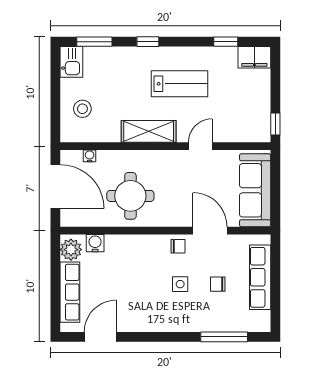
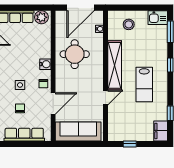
window: (275, 124) -> (130, 144), moved
shelving: (149, 131) -> (115, 65), width x1.47
door: (200, 146) -> (106, 97), hinge flipped
water cooler: (95, 243) -> (45, 64), moved

